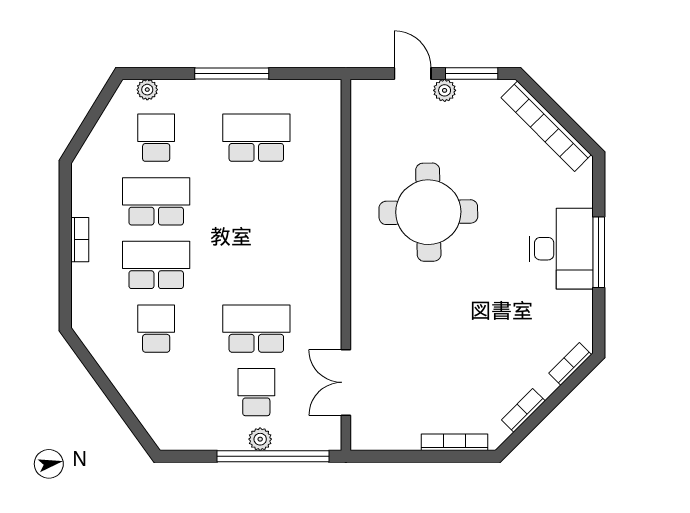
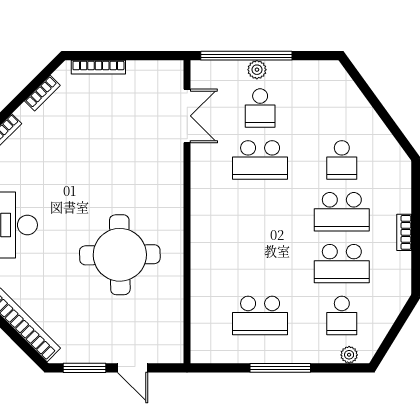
plant: (445, 90) -> (107, 354), removed

